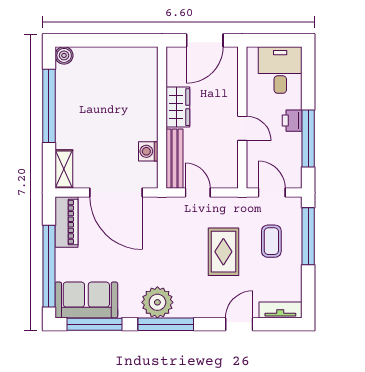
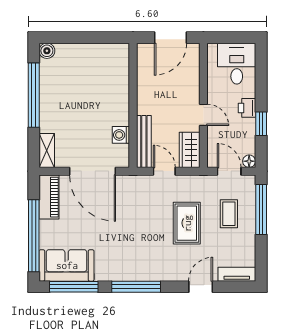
wardrobe: (178, 107) -> (190, 150), moved, turned 180
window: (308, 139) -> (261, 124), width x0.46
floor lamp: (294, 181) -> (249, 161), added
plant: (157, 302) -> (129, 267), removed

